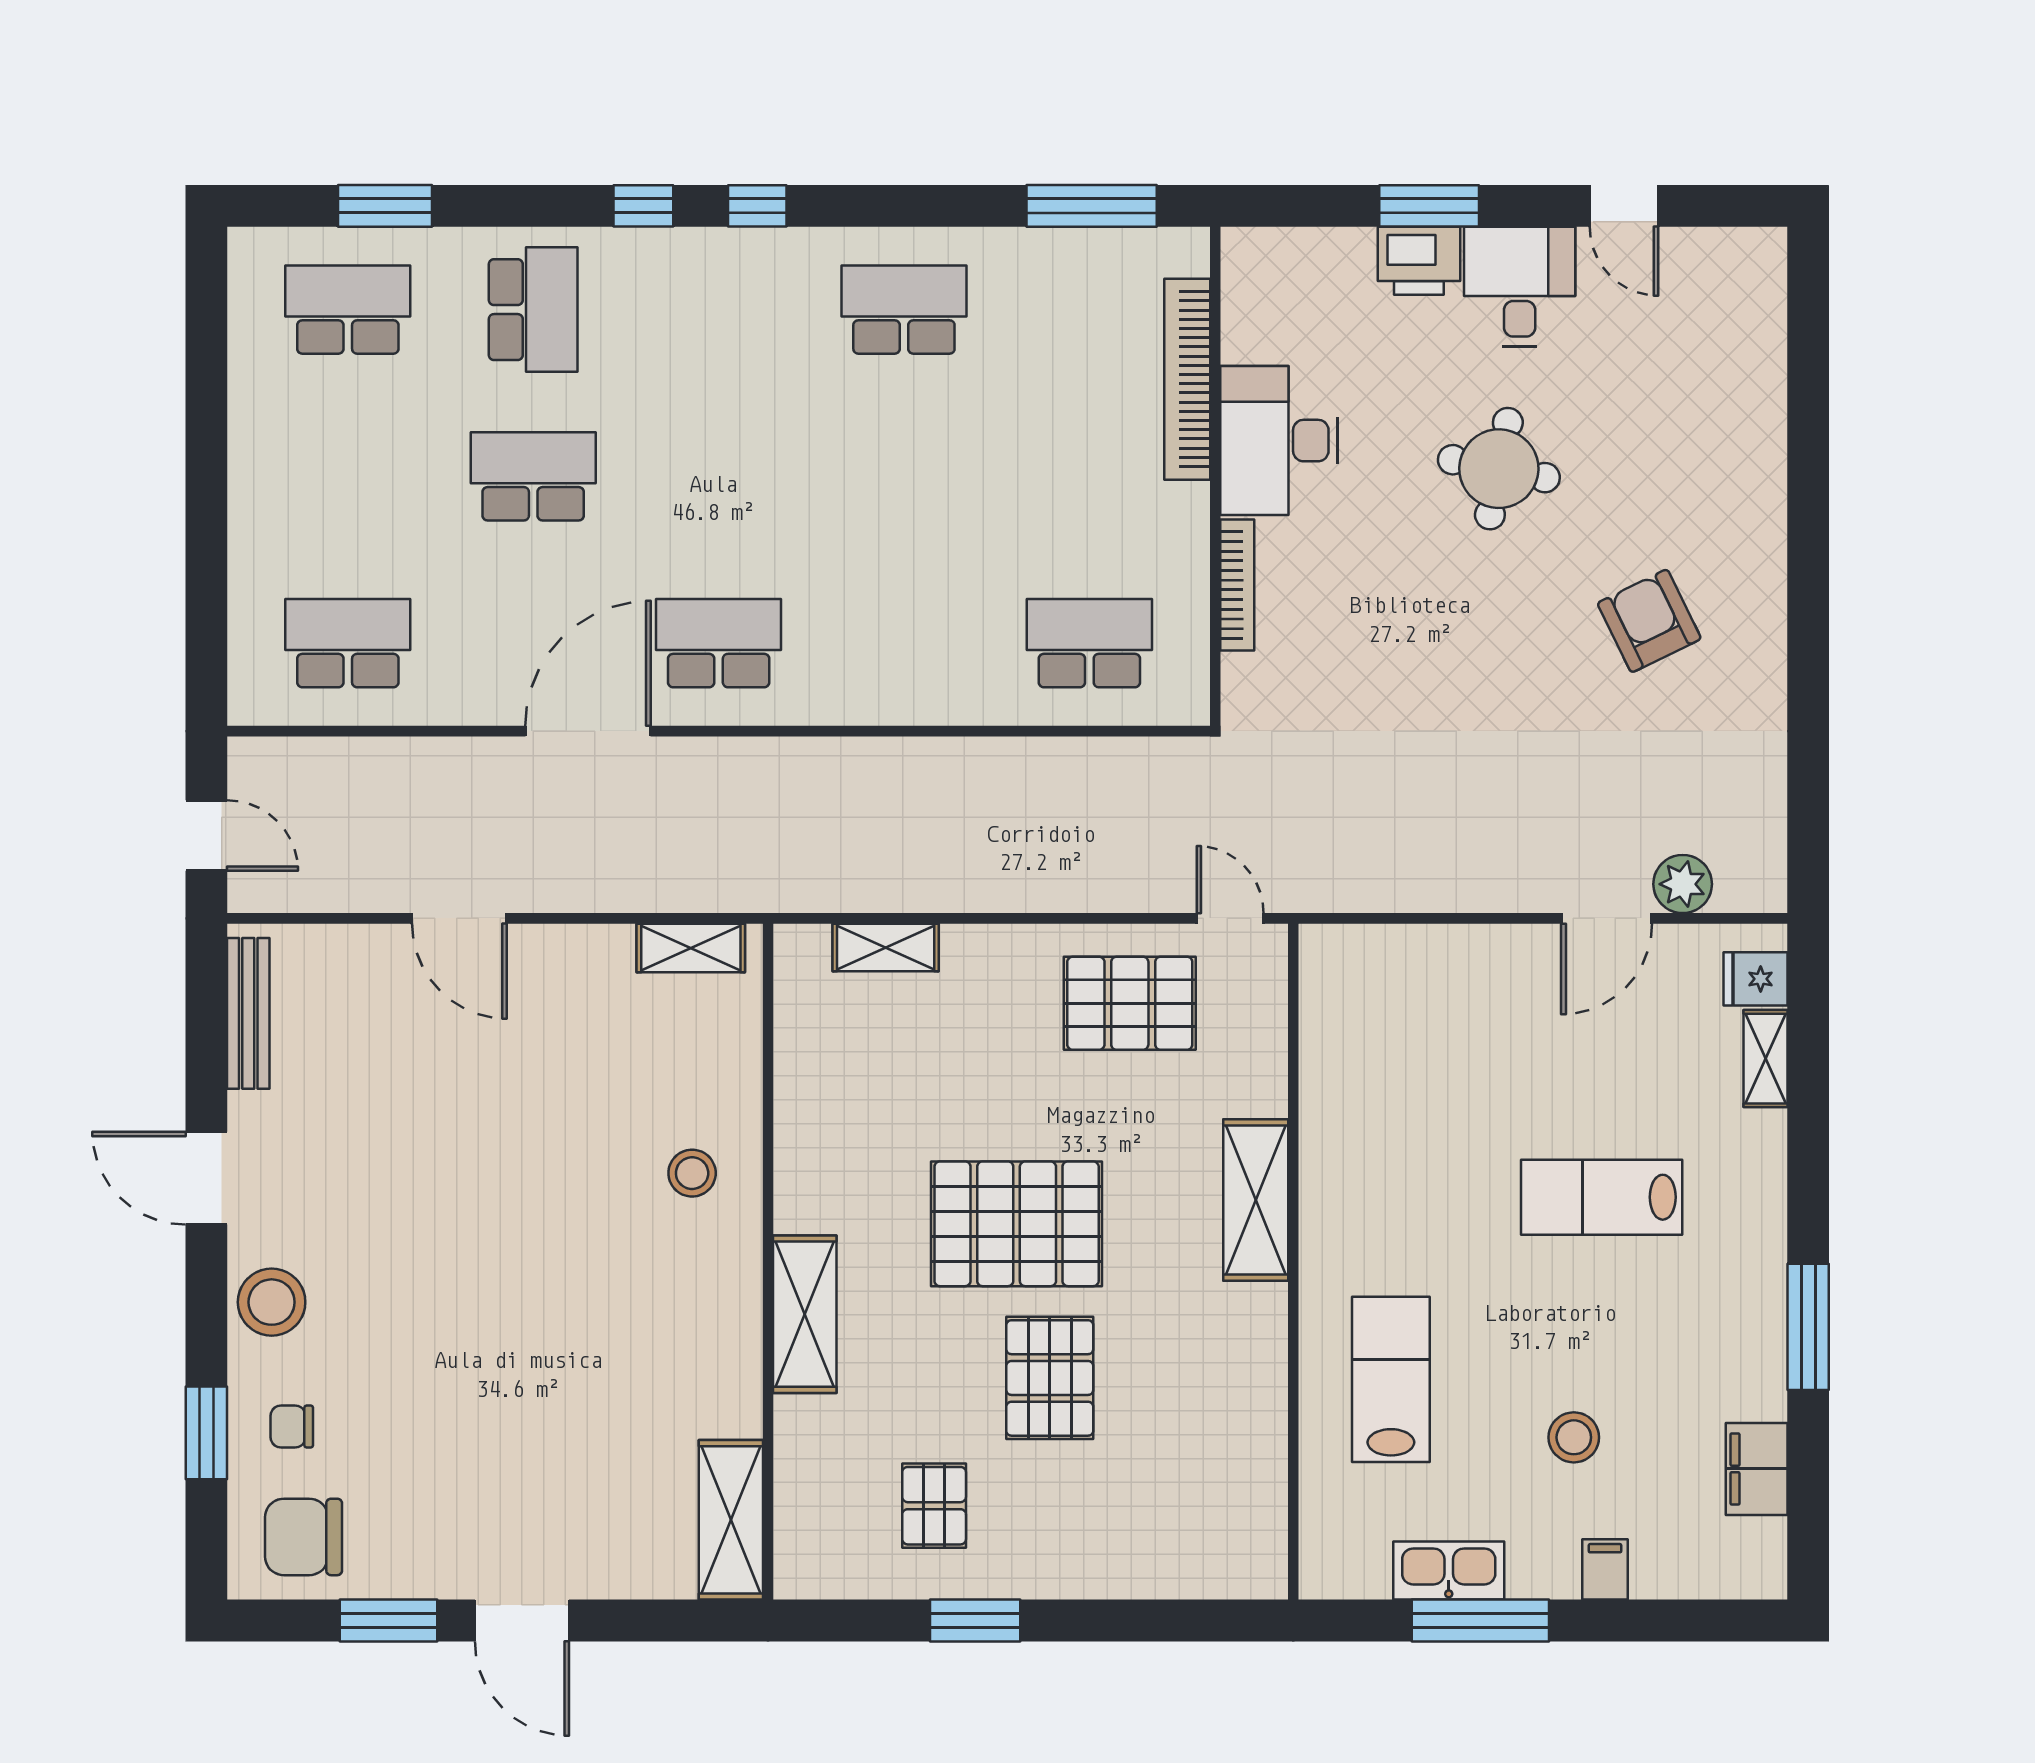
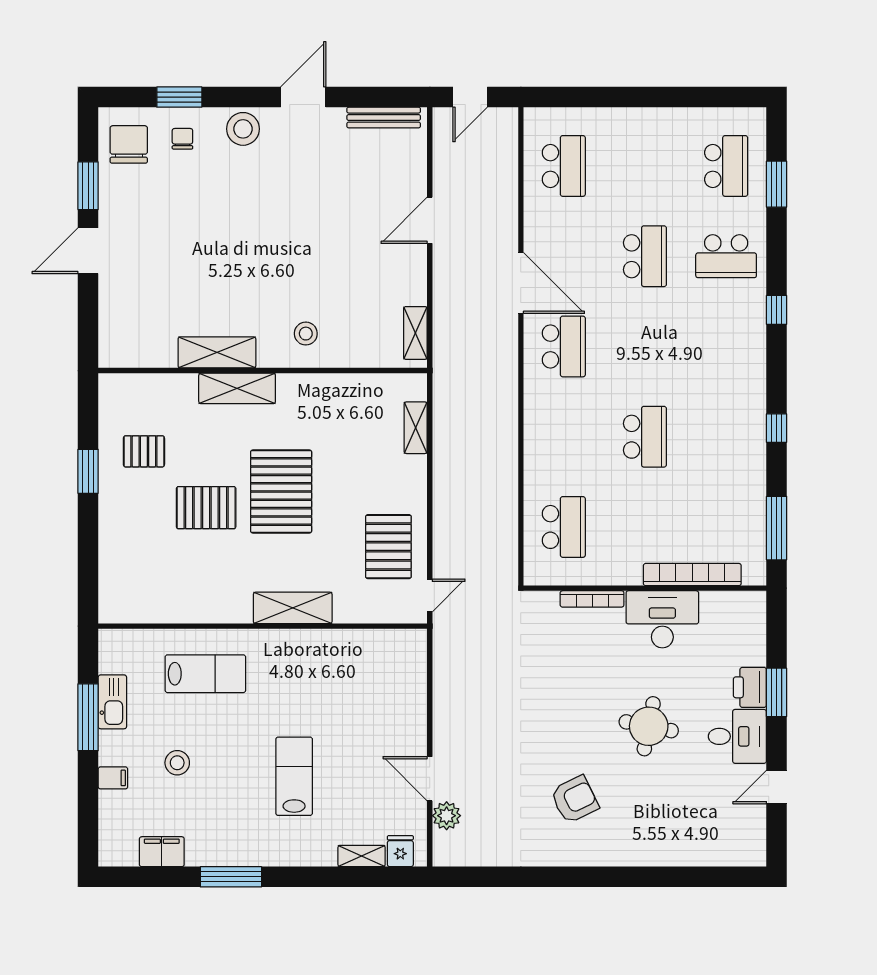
window: (757, 206) -> (777, 428), moved
school desk: (904, 310) -> (645, 437), moved
shelving: (731, 1520) -> (217, 352), moved

